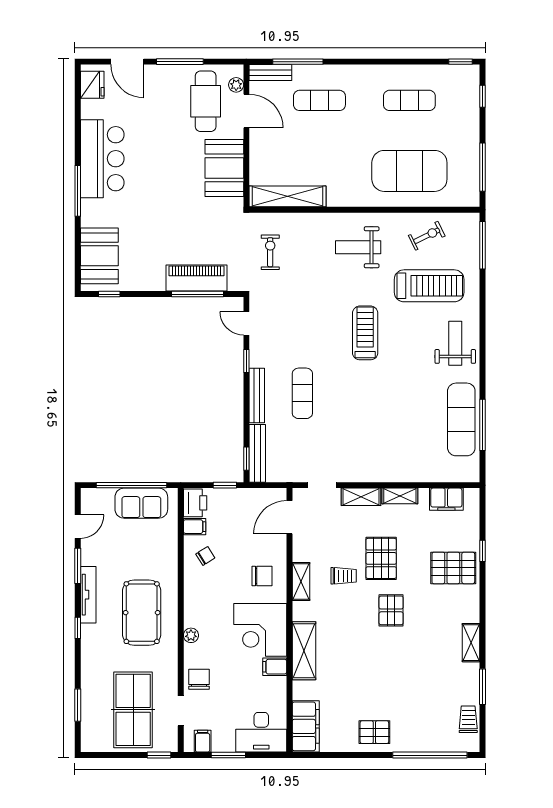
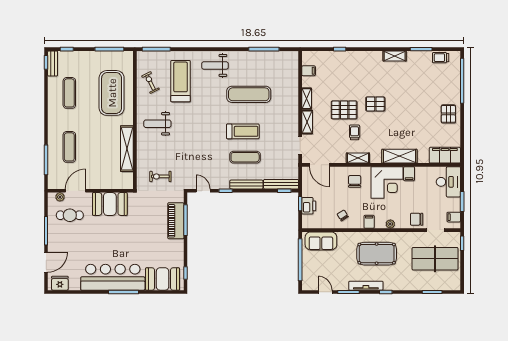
bench: (270, 73) -> (53, 64), moved
cafe table: (206, 101) -> (70, 215), width x0.73, depth x0.74
bar counter: (102, 159) -> (113, 277), width x1.36
shelving: (288, 196) -> (127, 149), moved
weight bench: (358, 247) -> (157, 124), turned 90
door: (246, 323) -> (203, 191), swing flipped
treadmill: (365, 333) -> (243, 131), moved, turned 180
exercise mat: (461, 419) -> (249, 94), moved
filing cabinet: (446, 499) -> (309, 71), width x0.50
sofa: (141, 503) -> (321, 241), moved, turned 90
printer: (195, 503) -> (309, 206), moved, turned 90
filing cabinet: (195, 527) -> (369, 222), moved
pallet: (453, 568) -> (350, 67), removed

